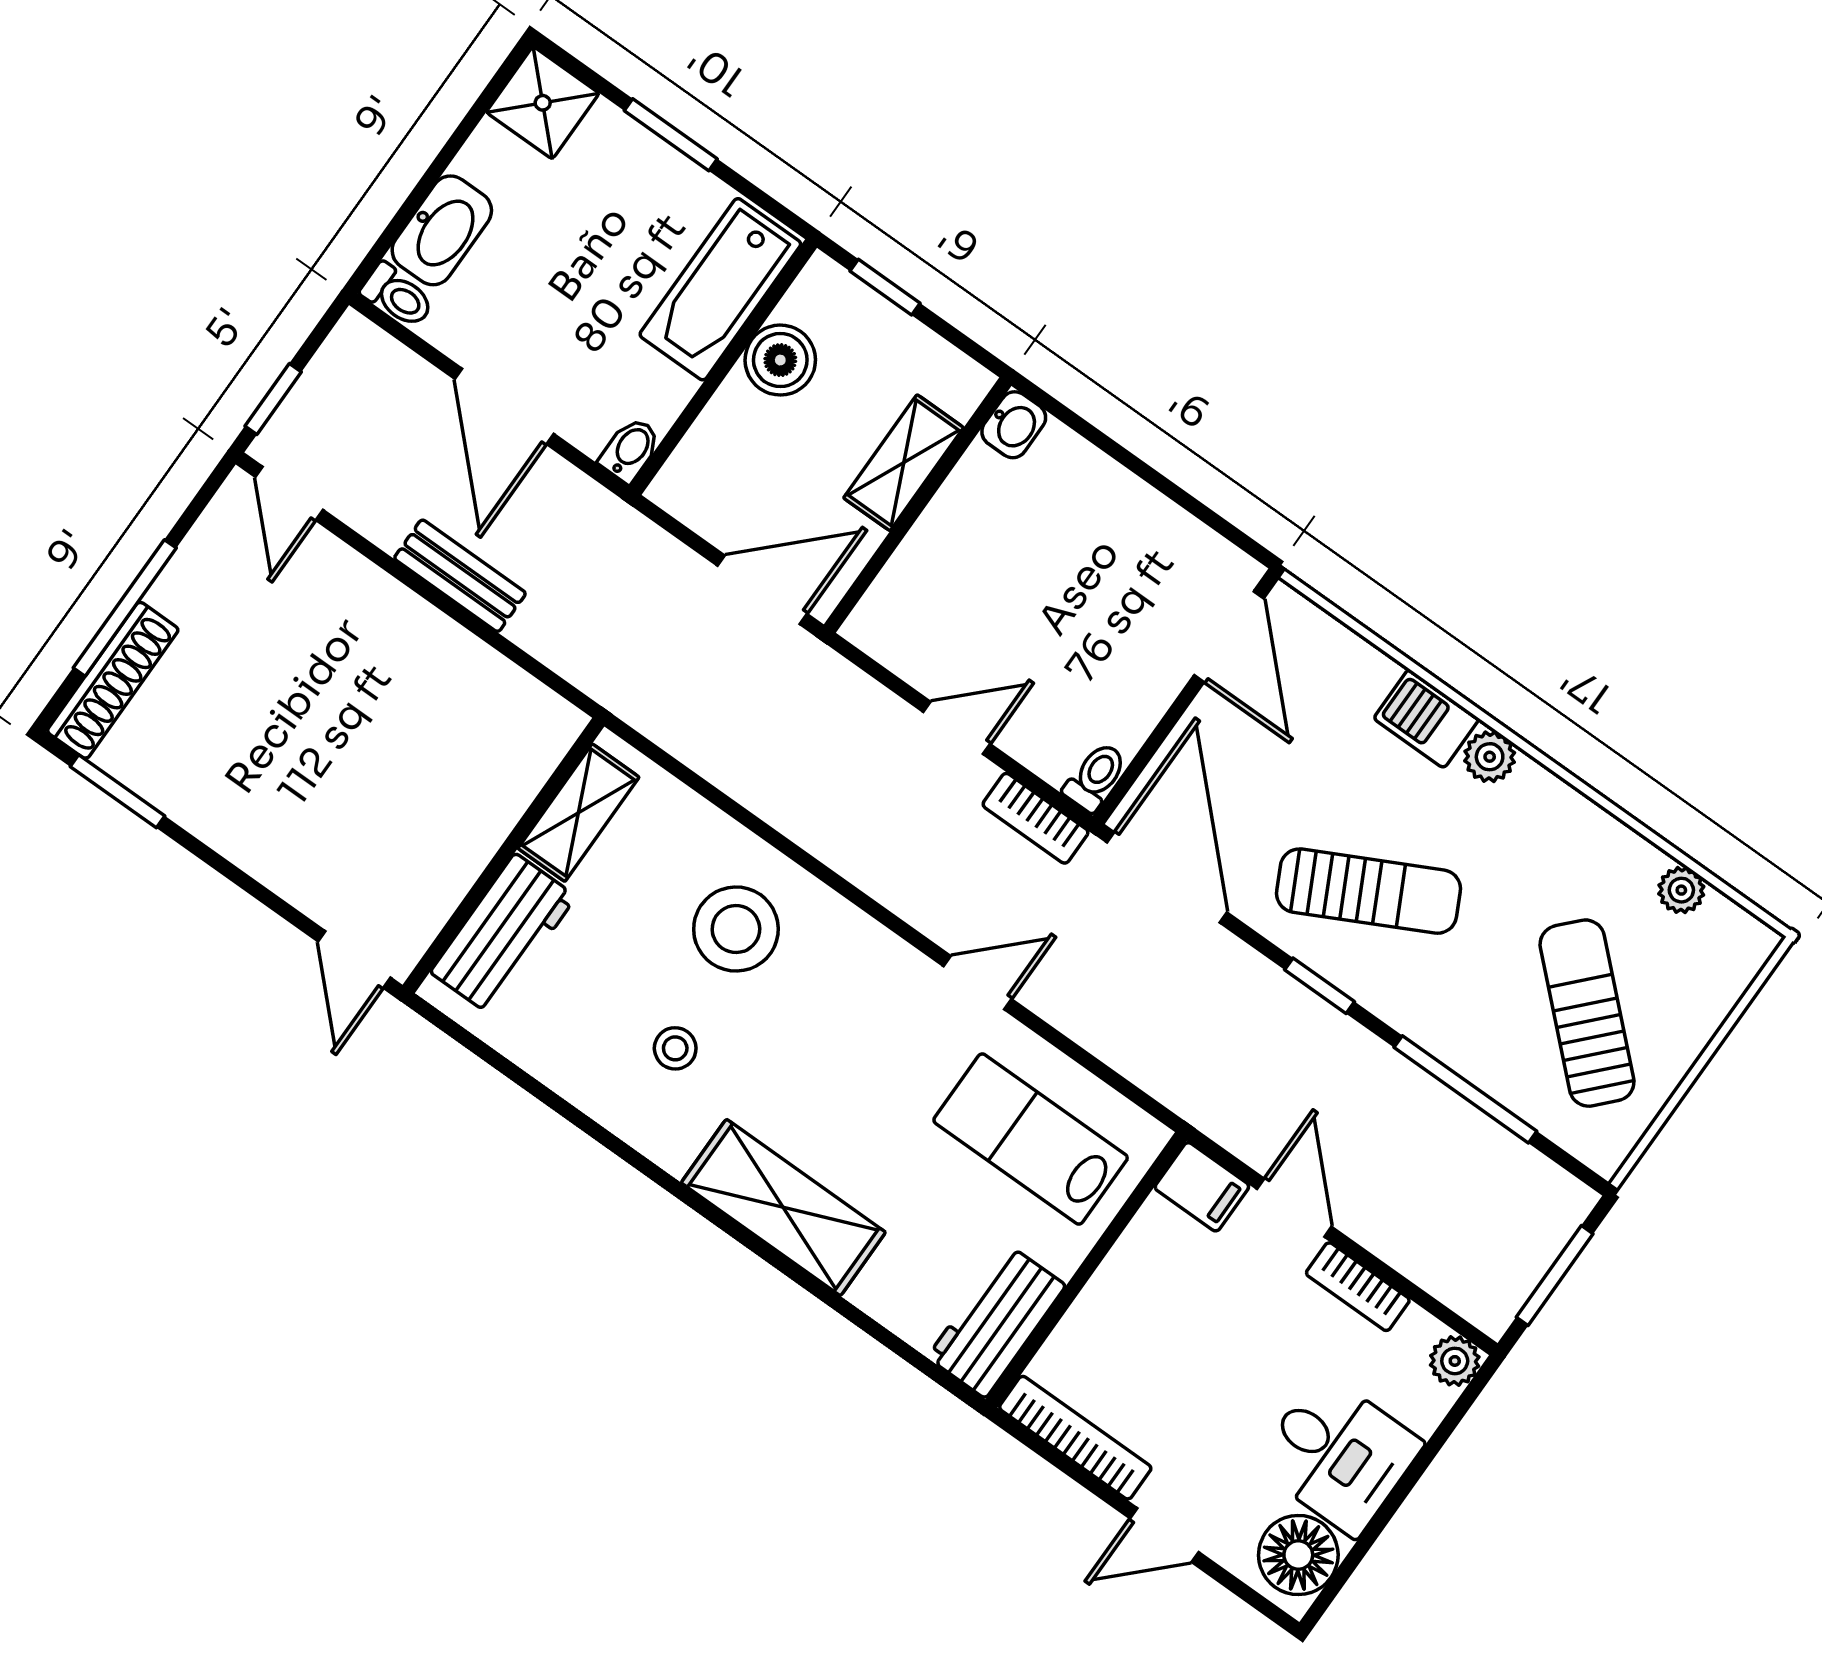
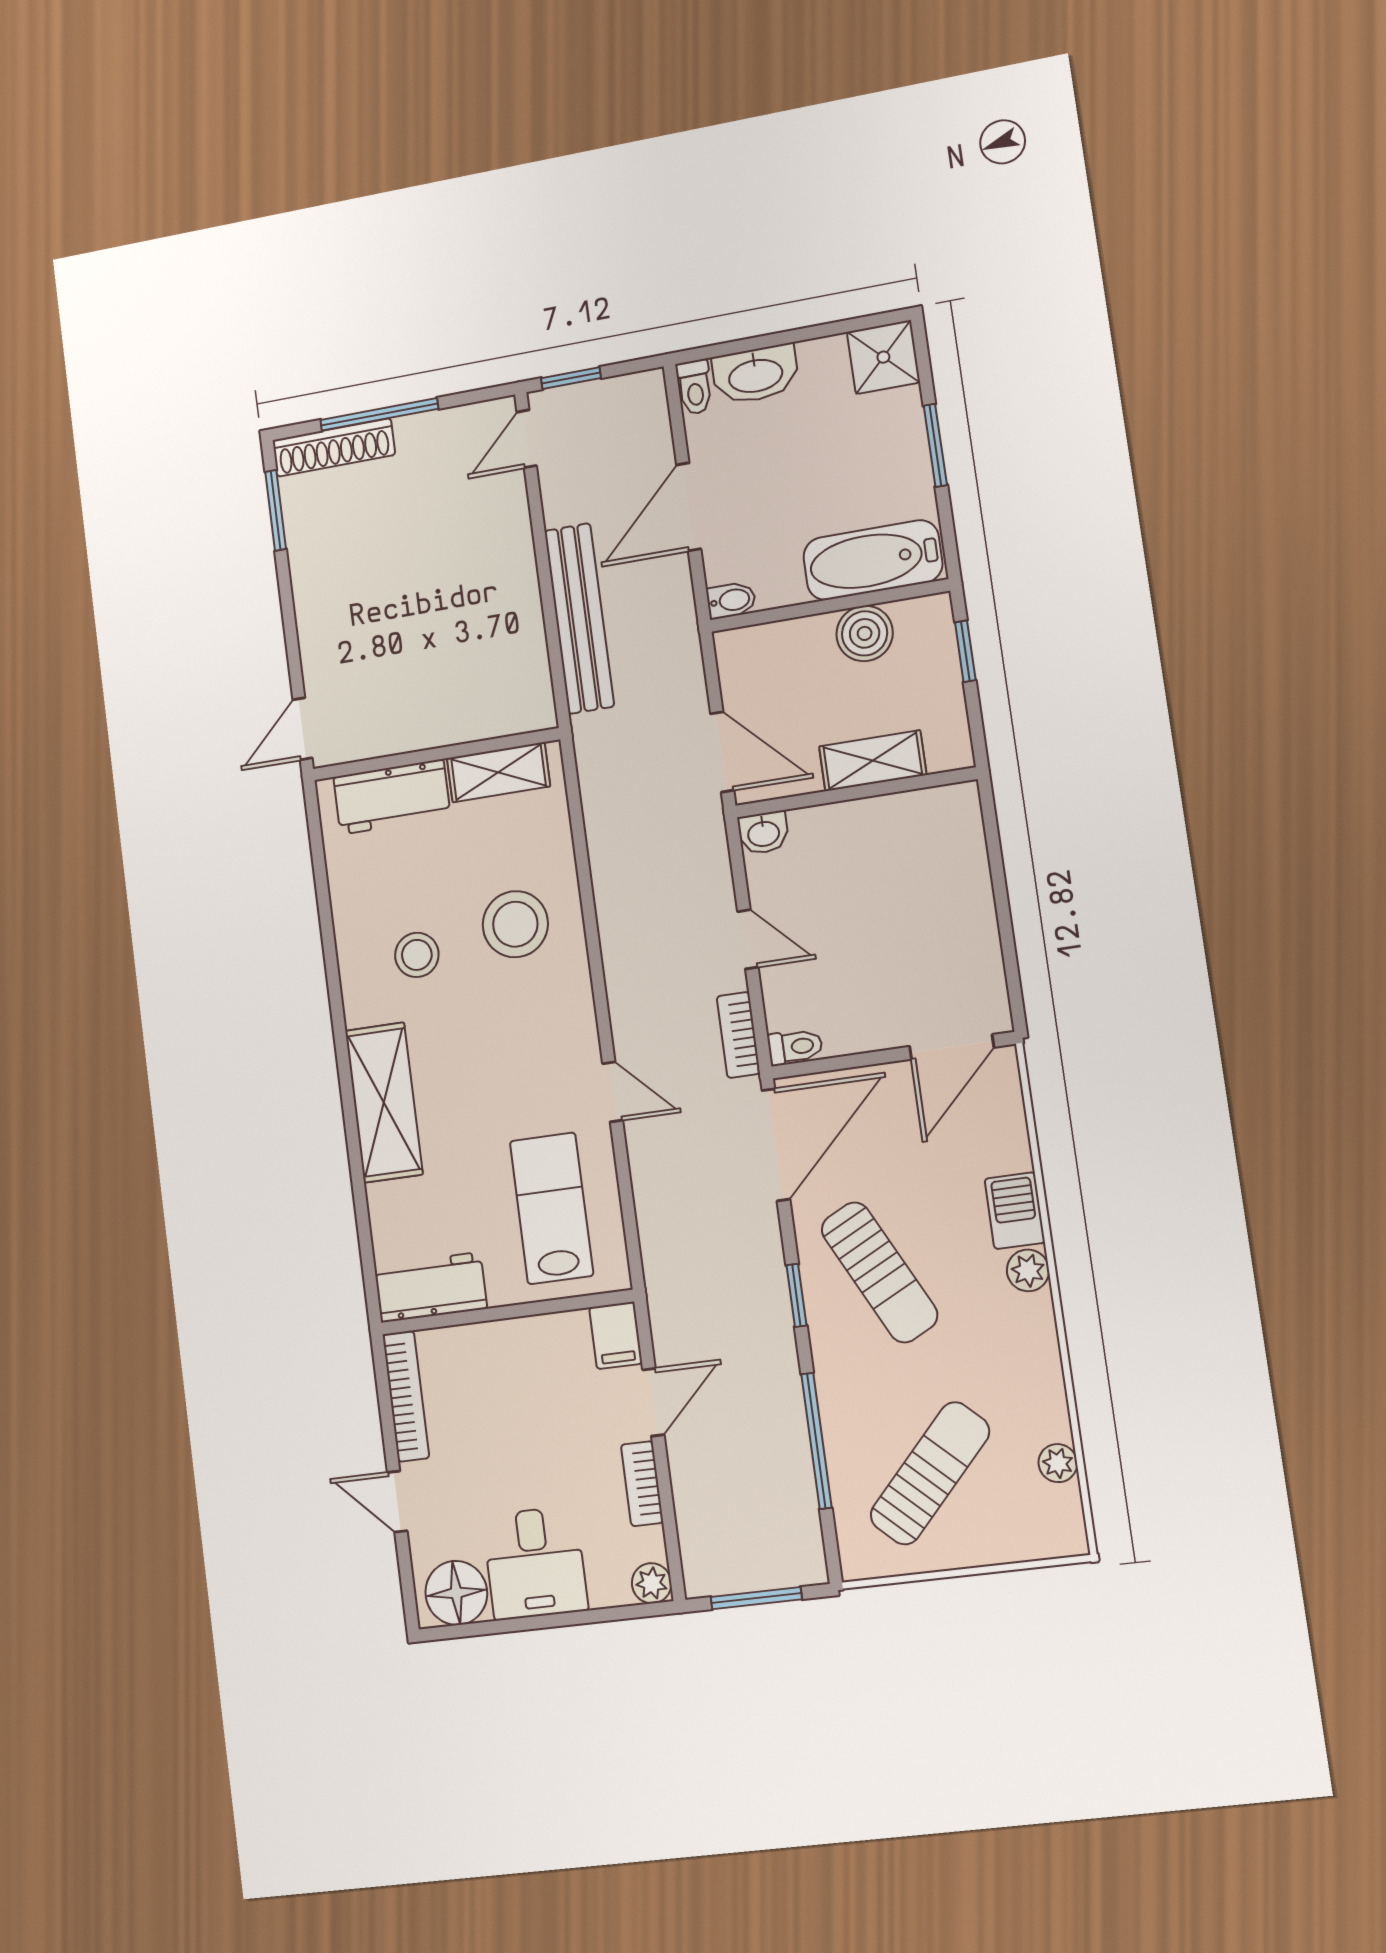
washbasin: (1014, 425) -> (763, 833), moved
bench: (460, 576) -> (579, 618), width x1.86, depth x1.21
stool: (675, 1048) -> (417, 955), width x1.37, depth x1.37

